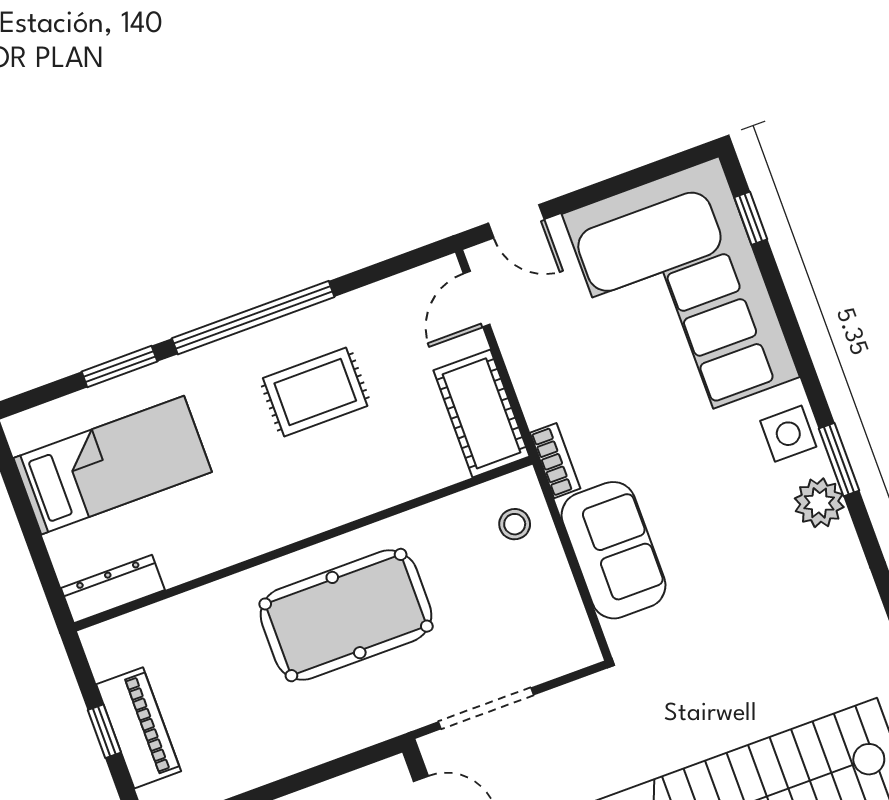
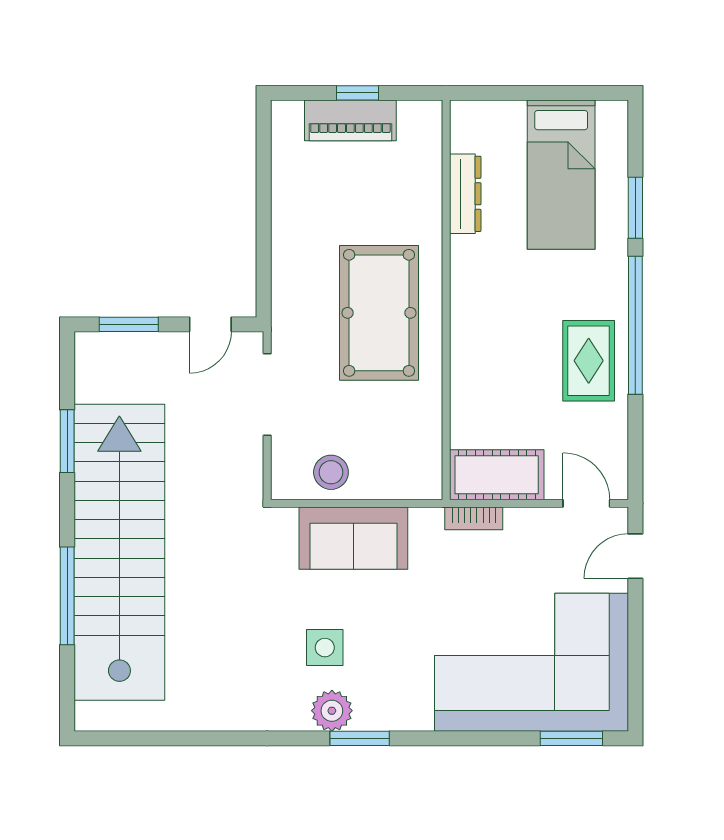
window: (751, 218) -> (571, 738), width x1.50
rug: (315, 392) -> (589, 361), moved
side table: (788, 434) -> (325, 648), moved
bookcase: (555, 461) -> (474, 518), moved
stool: (515, 524) -> (331, 472), moved, width x1.37, depth x1.37
dresser: (113, 589) -> (465, 194), moved

